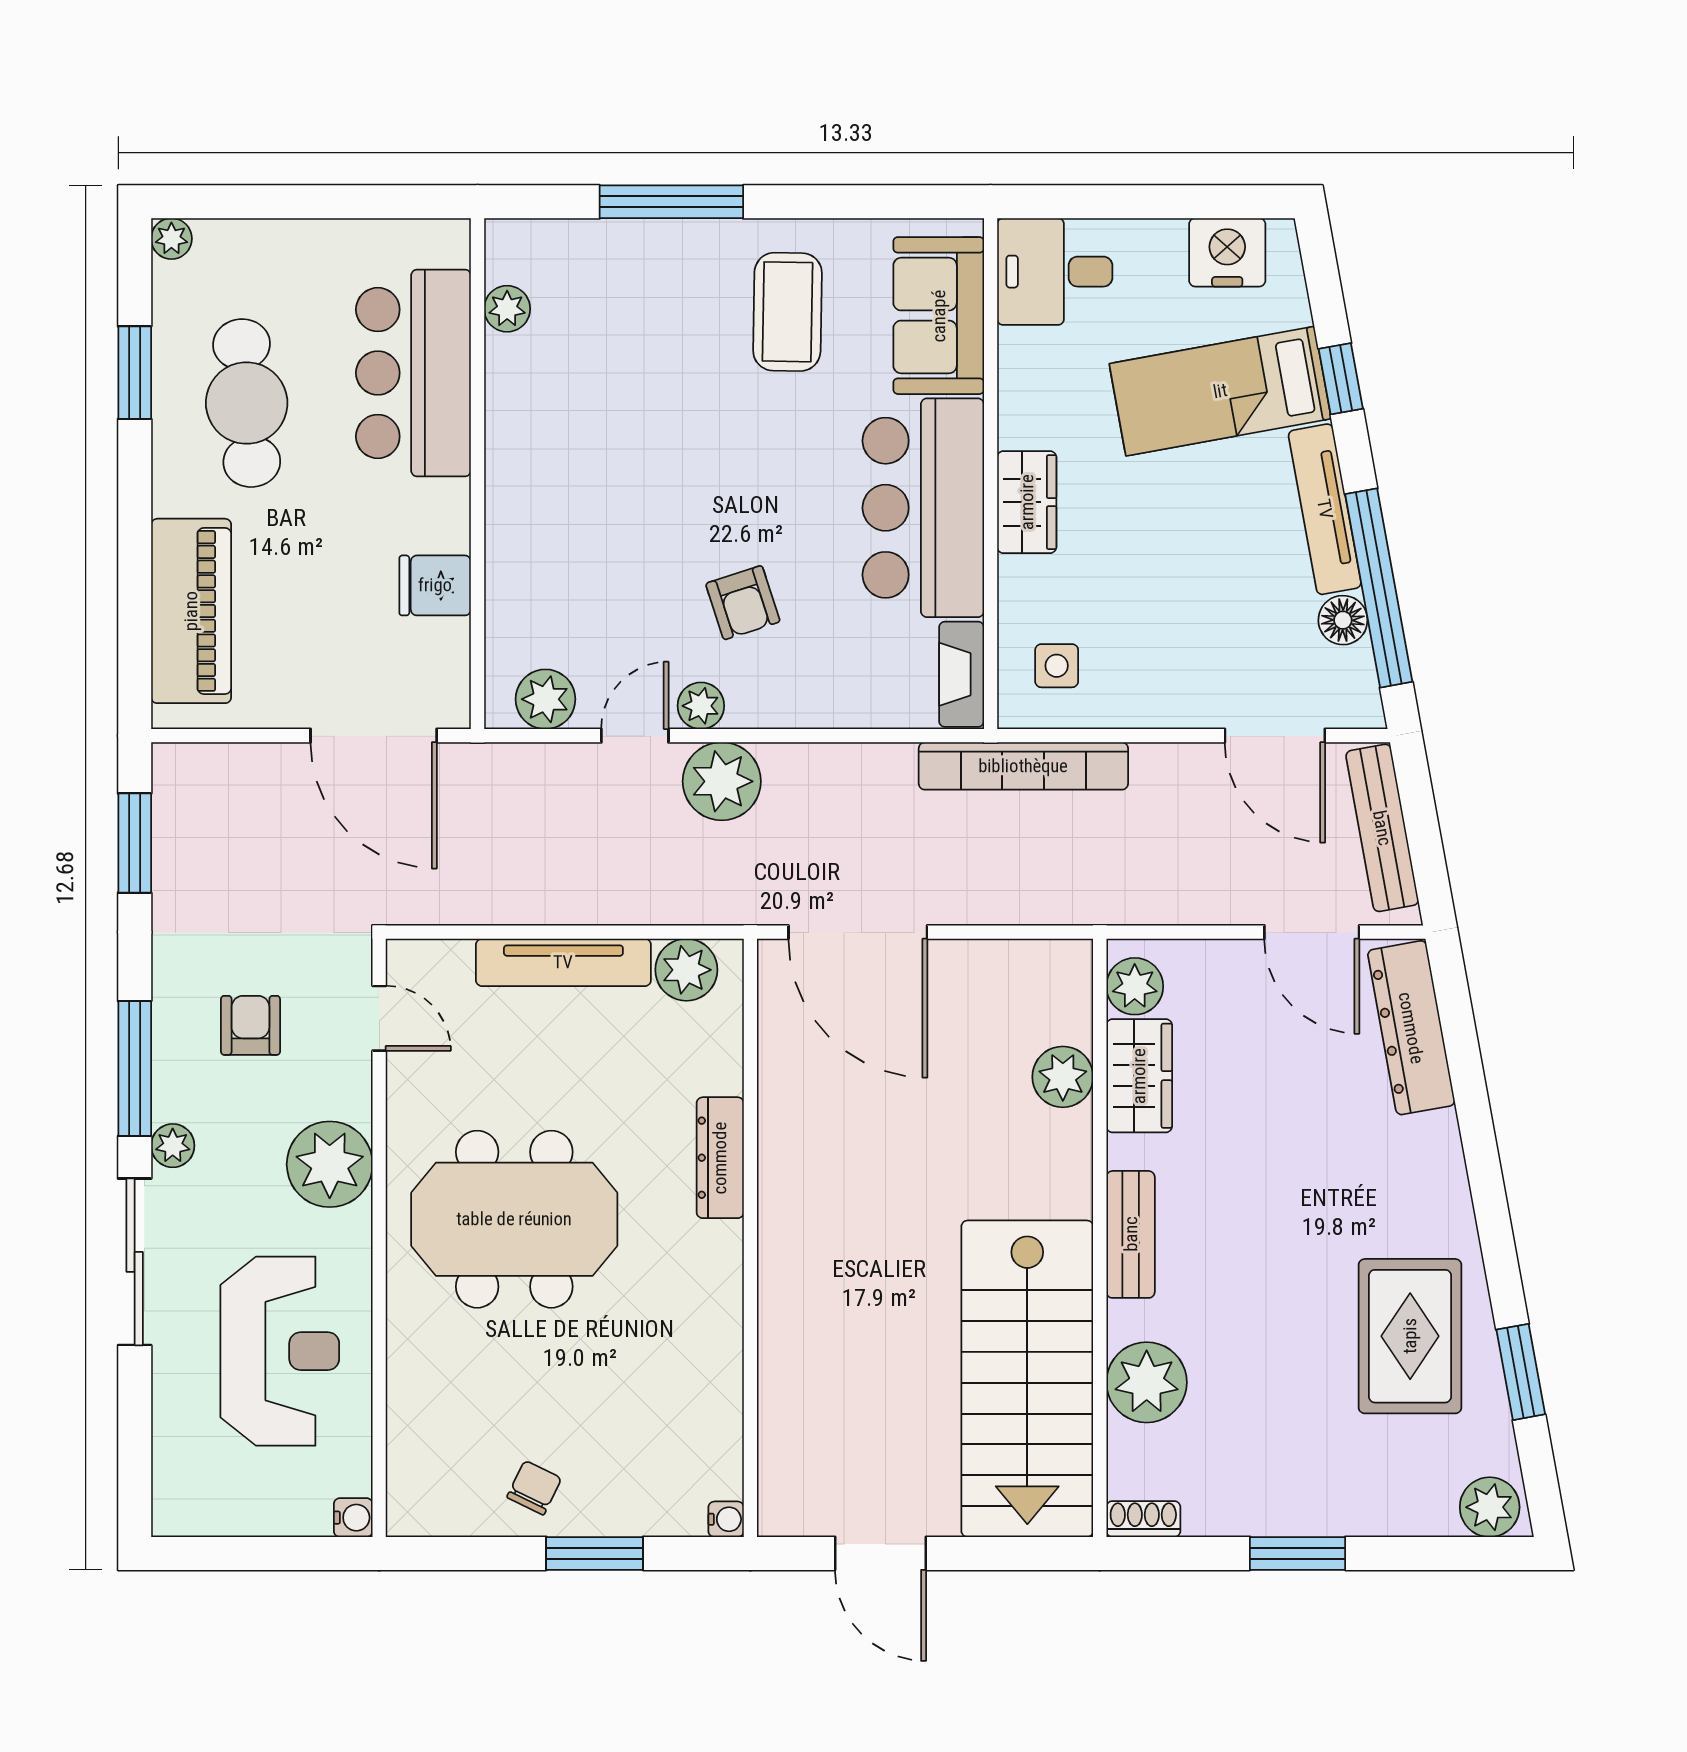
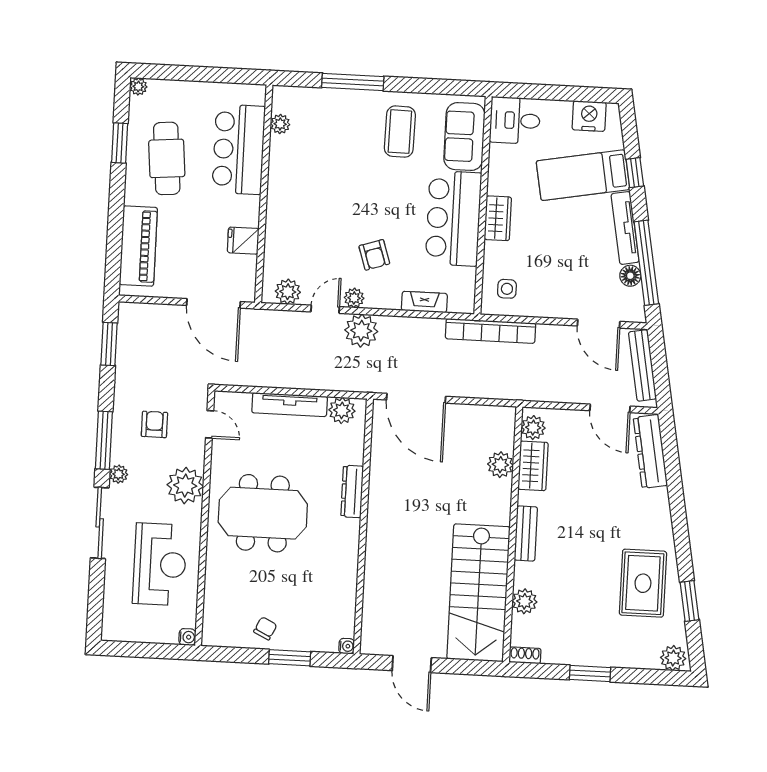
fireplace: (962, 674) -> (424, 302), moved, turned 90
plant: (1147, 1382) -> (525, 601), width x0.73, depth x0.73

